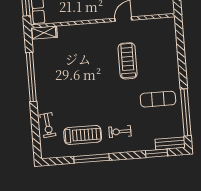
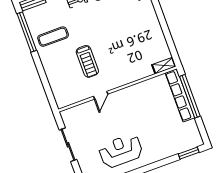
window: (31, 77) -> (164, 26), removed

